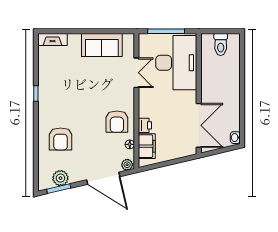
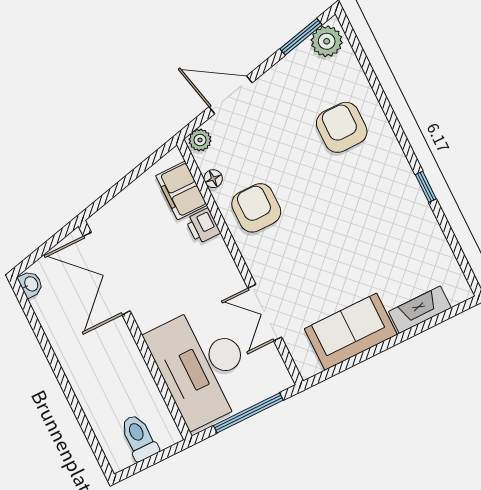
fireplace: (53, 40) -> (420, 310), moved
plant: (60, 178) -> (327, 41), moved
door: (103, 178) -> (231, 95), width x0.73

